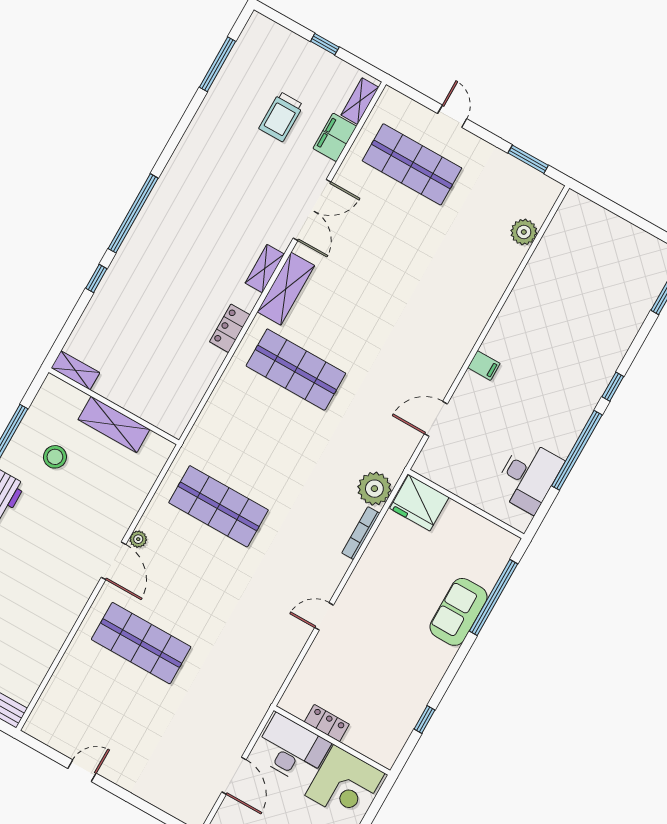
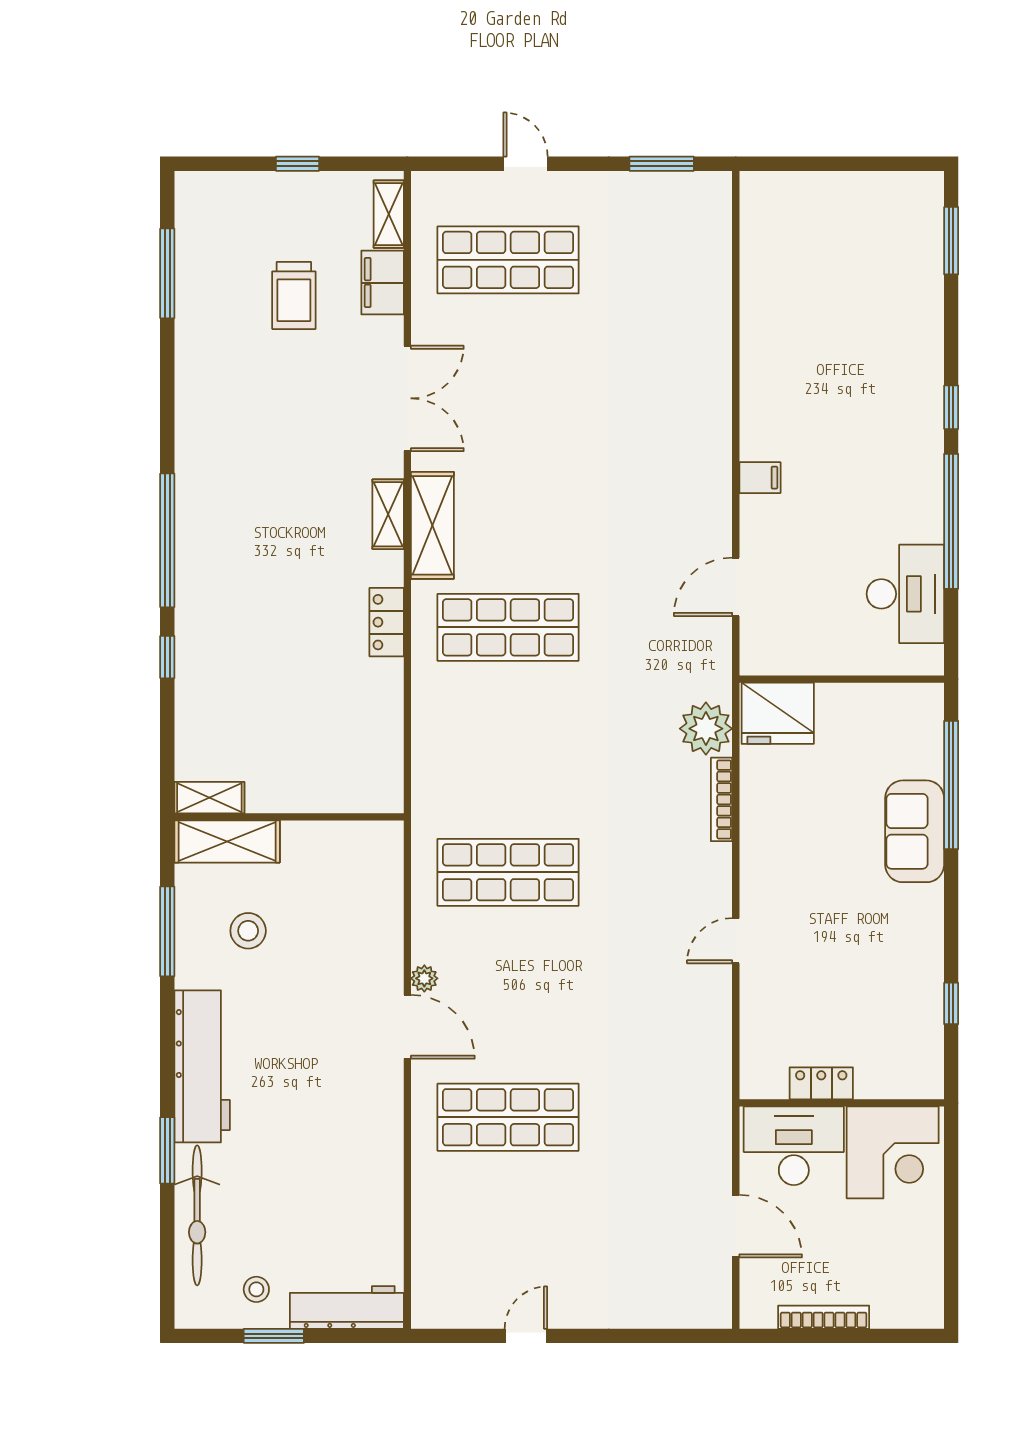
plant: (524, 232) -> (712, 266), removed
shelving: (114, 424) -> (227, 842), moved

